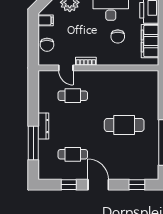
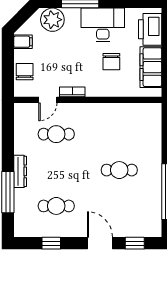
chair: (47, 45) -> (25, 72), turned 180
door: (66, 68) -> (48, 100), hinge flipped
cafe table: (124, 125) -> (119, 170), width x0.73, depth x0.74
door: (98, 185) -> (100, 243), moved

